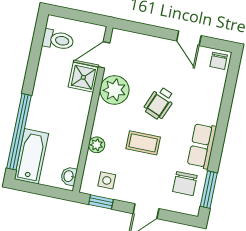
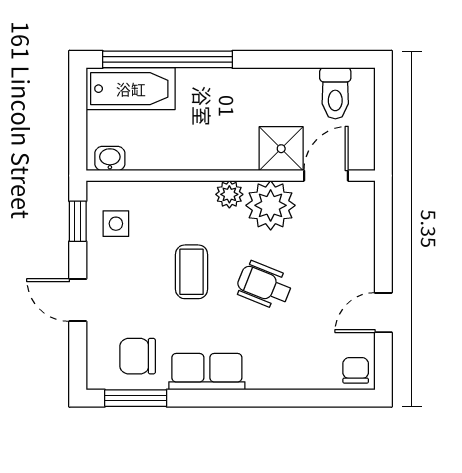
door: (104, 55) -> (326, 176), hinge flipped
chair: (219, 61) -> (356, 370), turned 90
plant: (97, 145) -> (229, 194), moved

